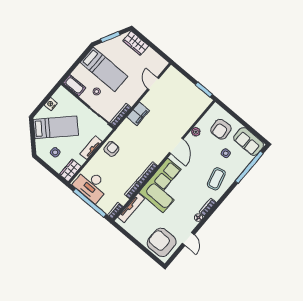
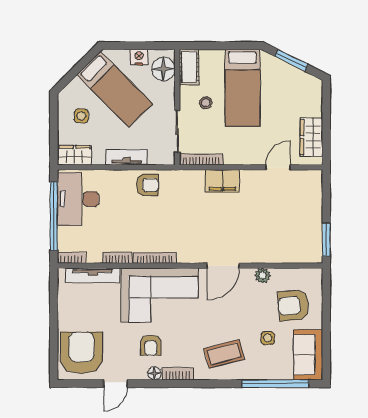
wardrobe: (136, 43) -> (311, 137), moved
floor lamp: (65, 98) -> (163, 69), added
armchair: (184, 208) -> (151, 345), added

